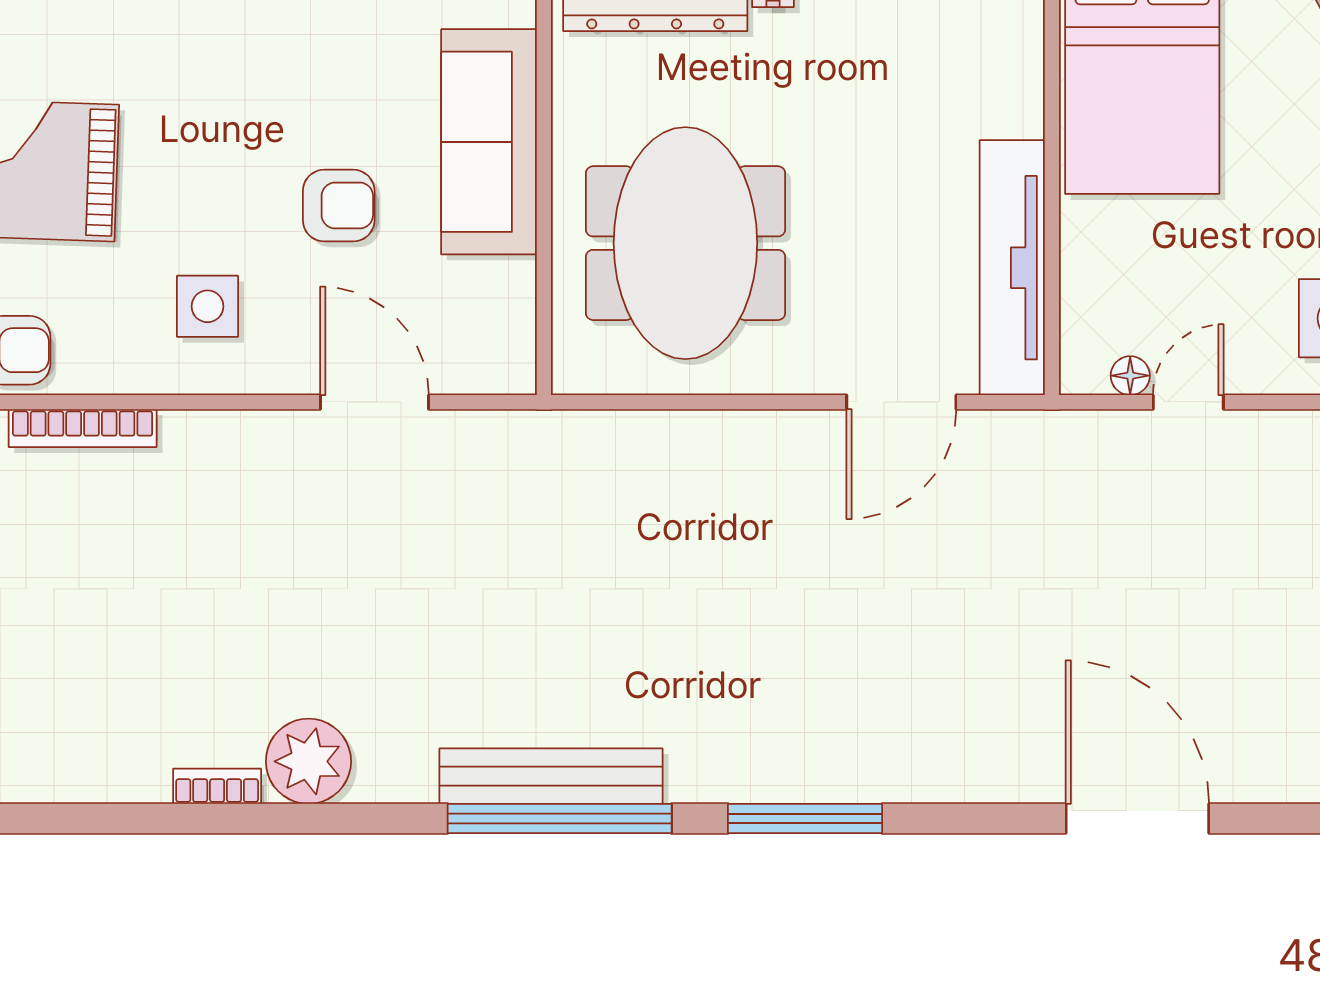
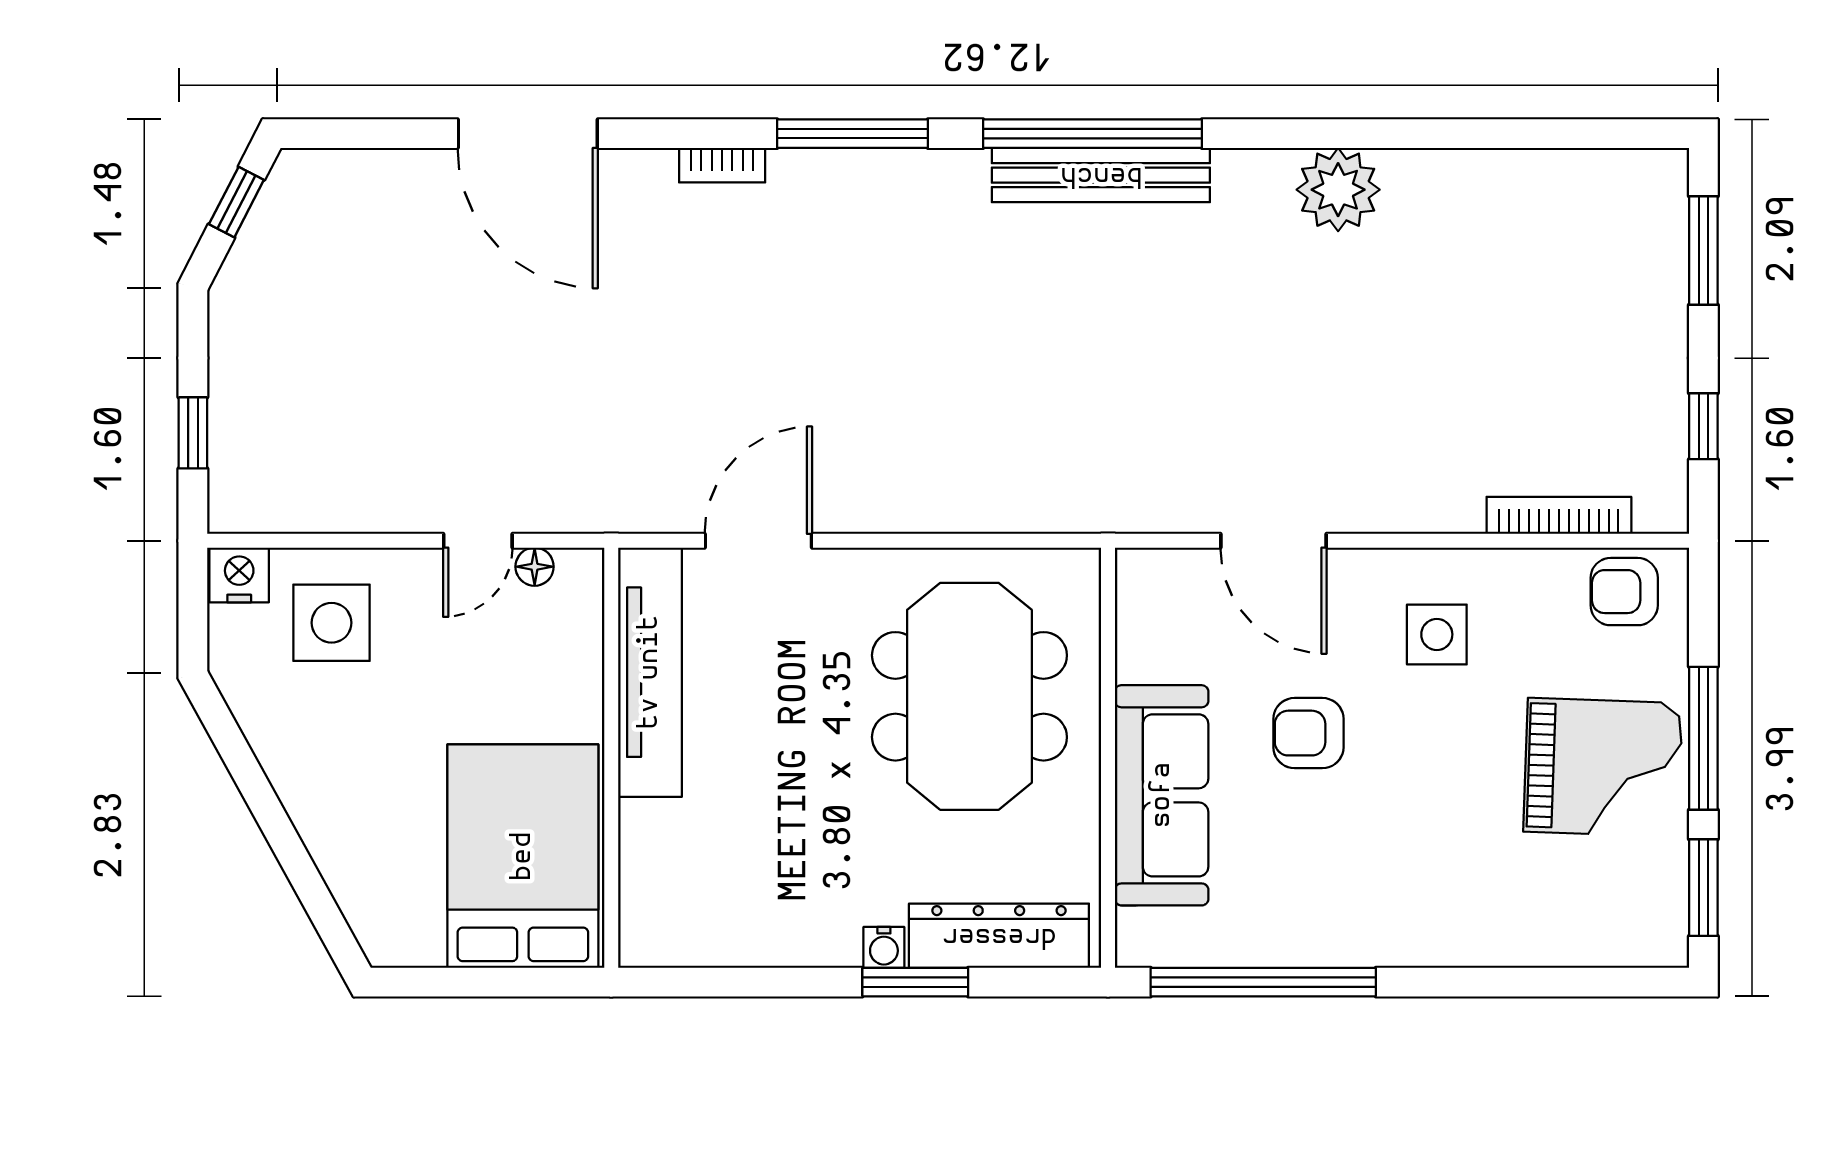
bookcase: (217, 786) -> (722, 165), moved

